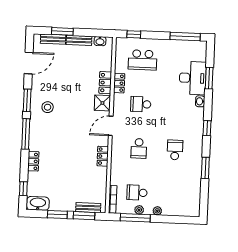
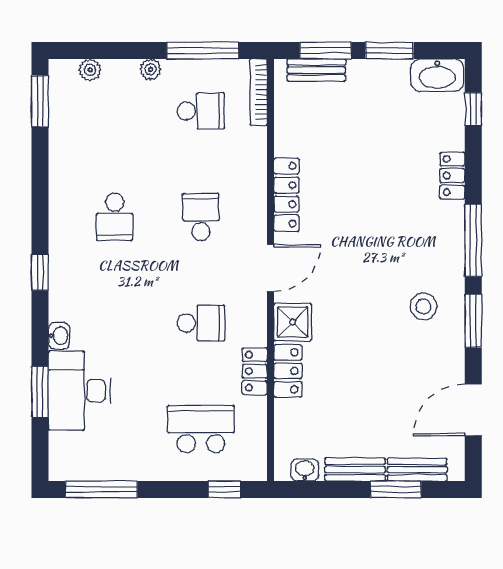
locker: (103, 156) -> (287, 195), width x1.53
window: (205, 168) -> (40, 101), moved
plant: (139, 210) -> (90, 70), moved

